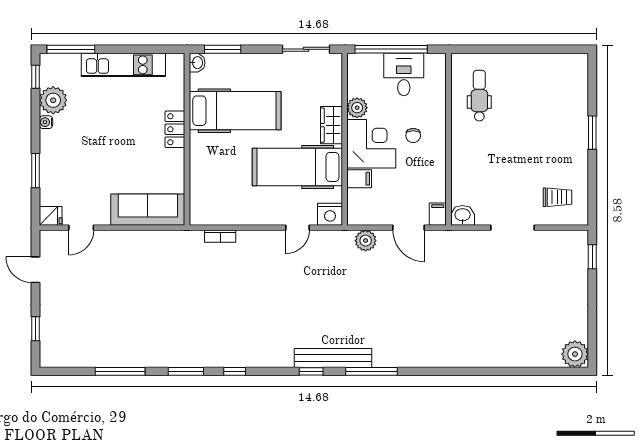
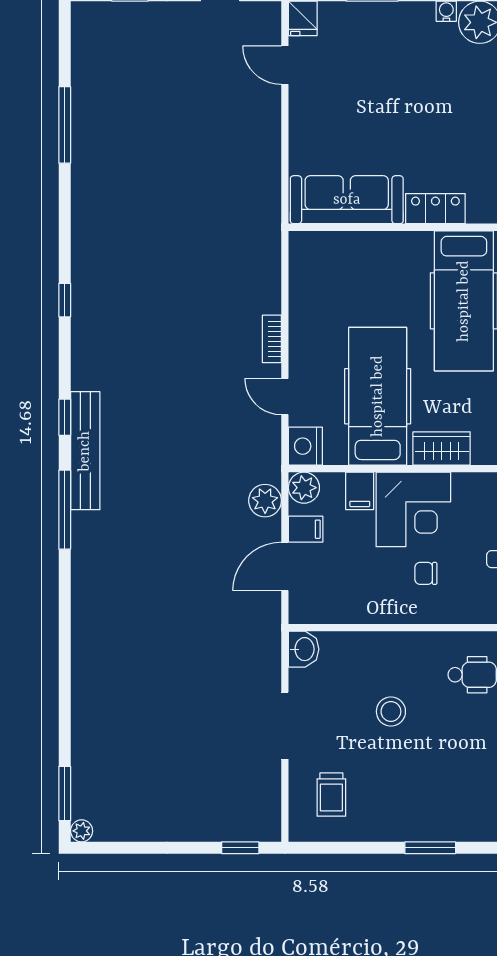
plant: (357, 108) -> (304, 488), moved
stool: (503, 158) -> (391, 711), added
sofa: (148, 210) -> (347, 200), moved, turned -90
filing cabinet: (438, 214) -> (306, 529), moved
bookcase: (220, 236) -> (272, 339), moved
plant: (575, 354) -> (82, 831), width x0.53, depth x0.53
window: (186, 371) -> (65, 793), moved

